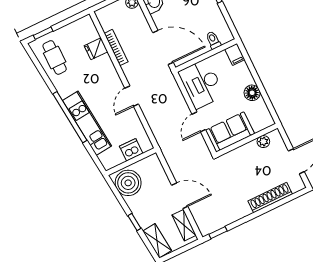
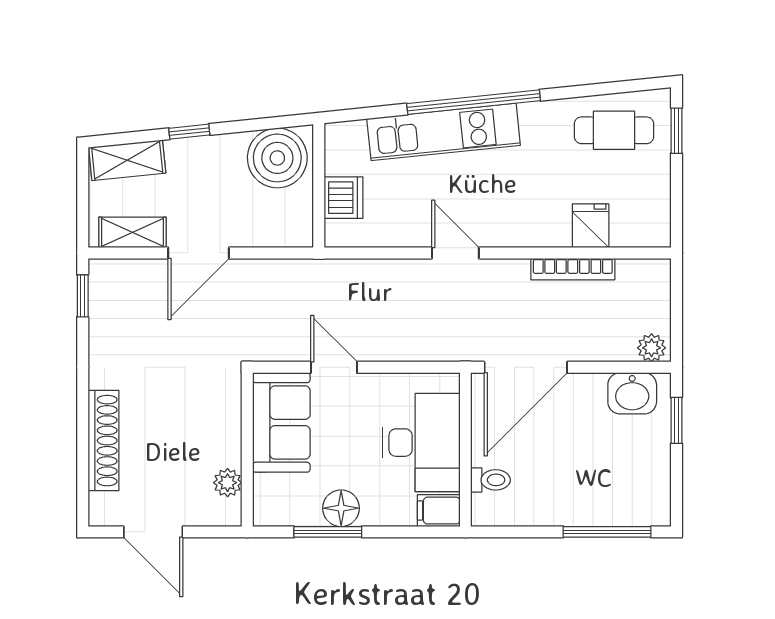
desk: (201, 84) -> (421, 443), moved, turned 90
window: (264, 93) -> (328, 532), added

